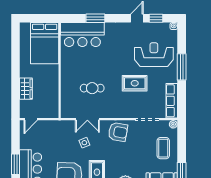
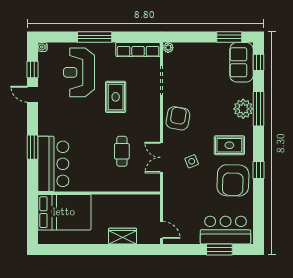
double door: (87, 119) -> (162, 157), swing flipped
coffee table: (163, 148) -> (199, 60), removed

